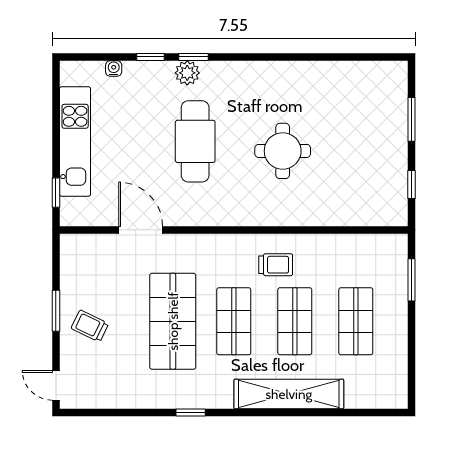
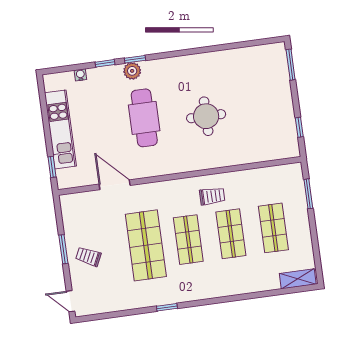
window: (412, 119) -> (291, 65), moved
shelving: (289, 394) -> (298, 279), moved, width x0.45, depth x0.75

